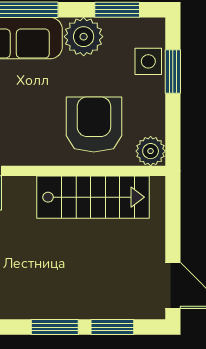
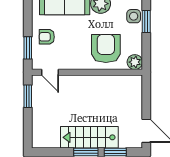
stairs: (93, 197) -> (89, 137), moved, turned 180

